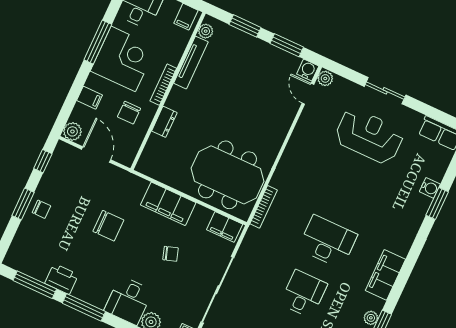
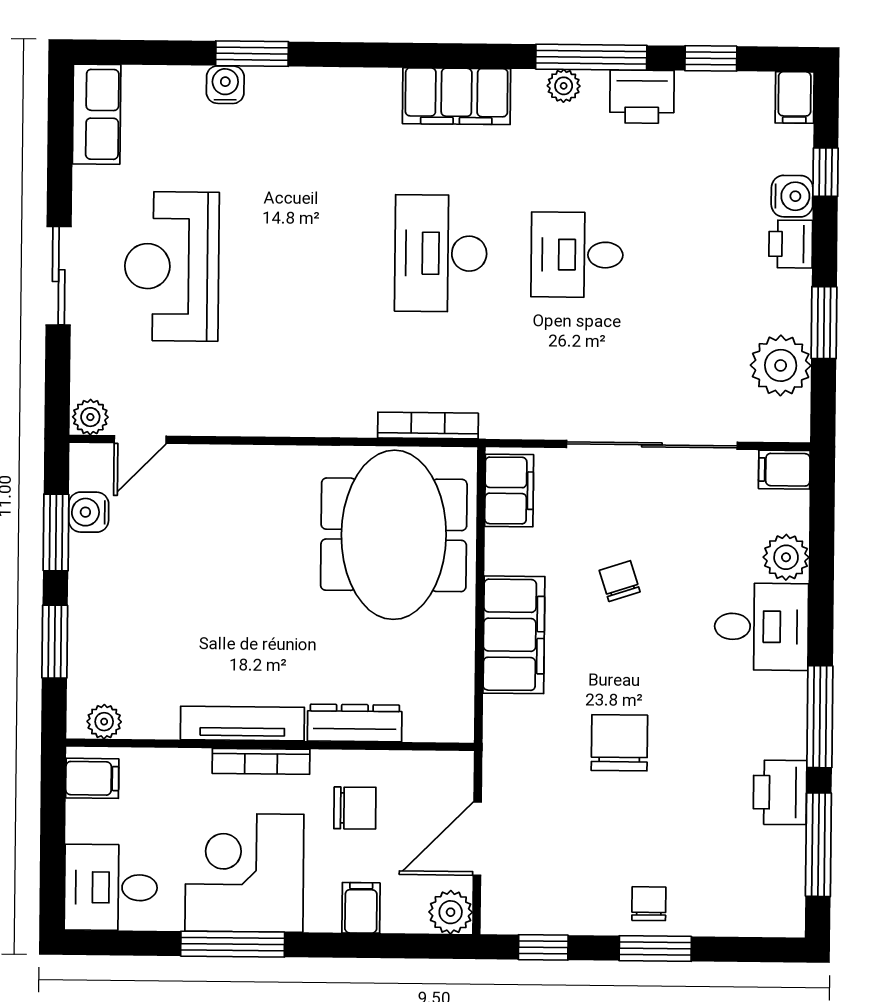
tv unit: (191, 63) -> (242, 723), moved
water cooler: (308, 70) -> (89, 512), moved
dresser: (164, 122) -> (355, 723), width x1.44

